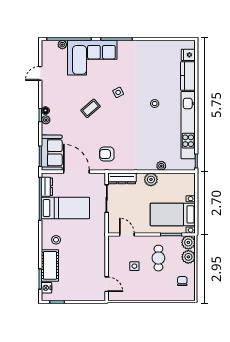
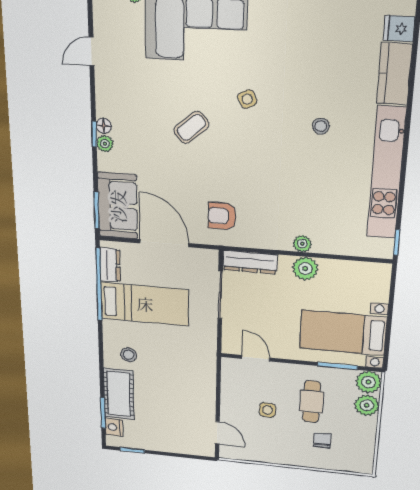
plant: (161, 166) -> (302, 244), moved
chair: (182, 281) -> (322, 440), moved

